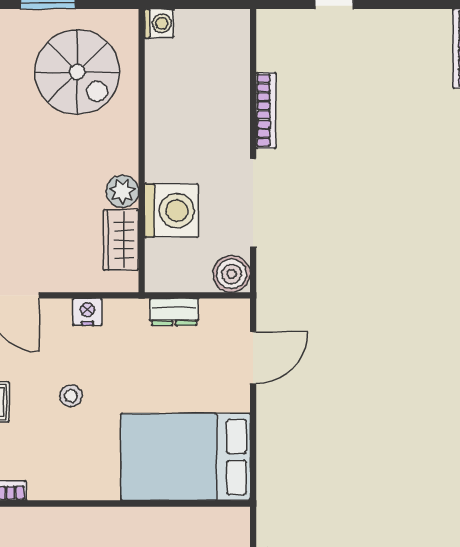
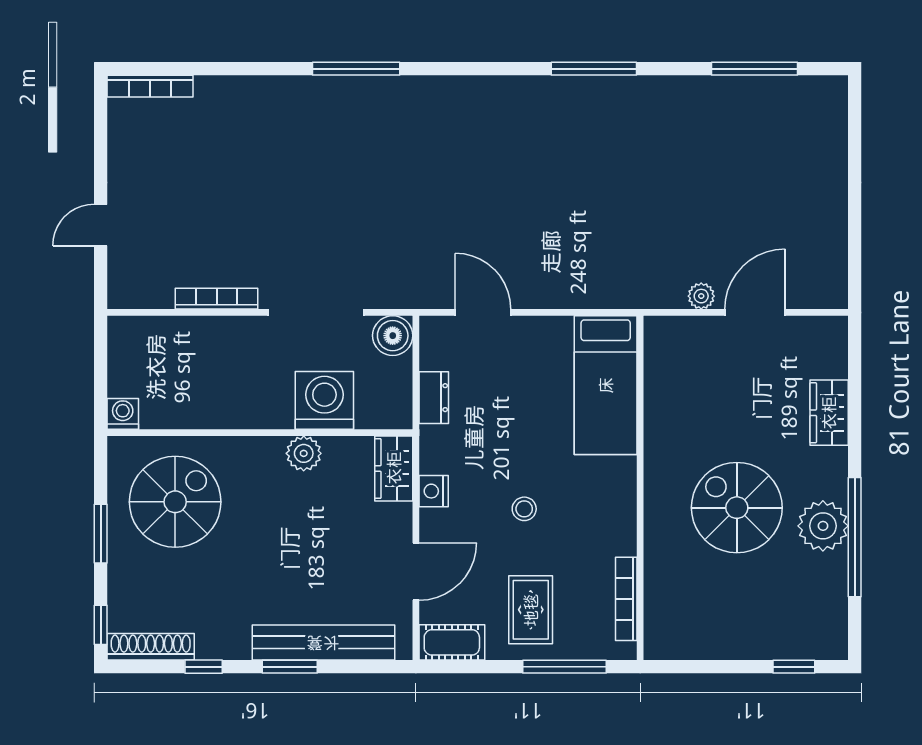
wardrobe: (121, 240) -> (394, 468), moved, turned 90
bed: (186, 457) -> (606, 385), width x0.67

